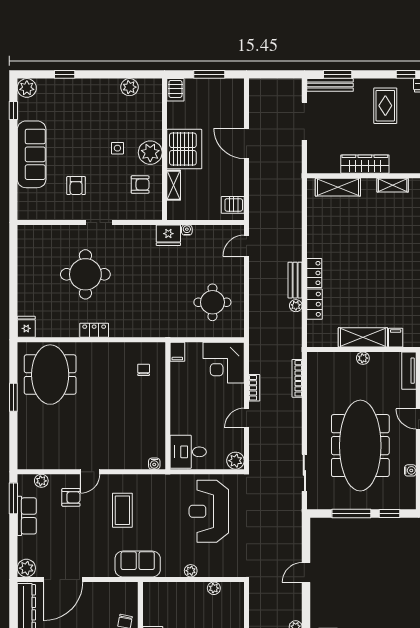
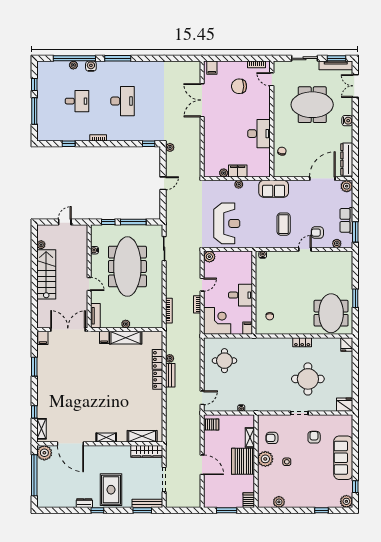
rug: (385, 106) -> (111, 490), width x1.36, depth x1.43
wardrobe: (365, 164) -> (147, 451), moved
fridge: (168, 235) -> (345, 405), moved
desk: (188, 452) -> (240, 295), moved
filing cabinet: (192, 591) -> (238, 171), added

